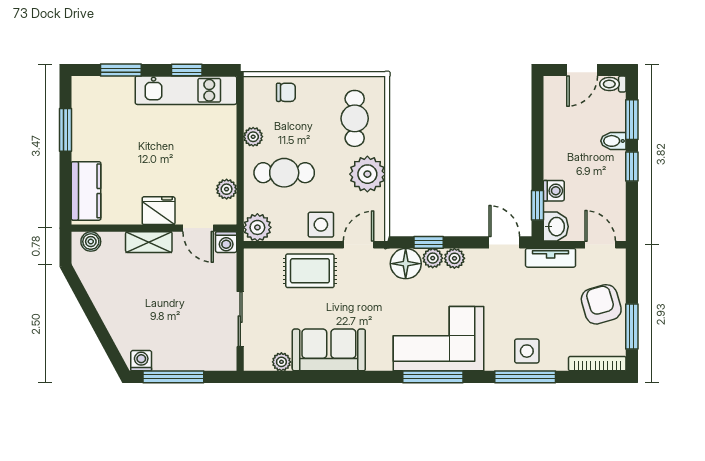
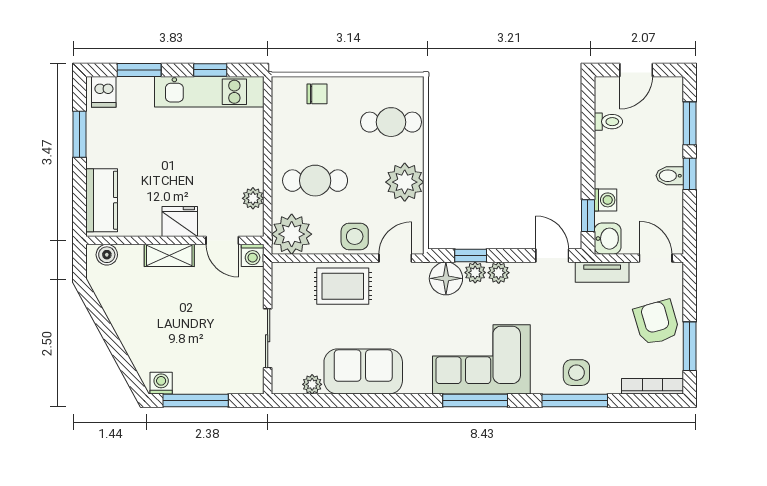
toilet: (613, 84) -> (608, 122), moved, turned 180
dishwasher: (88, 90) -> (104, 92), added
cafe table: (355, 118) -> (391, 122), turned 90
plant: (253, 137) -> (282, 142), removed
bidet: (613, 141) -> (670, 176), moved
plant: (257, 227) -> (292, 234), width x1.36, depth x1.36

